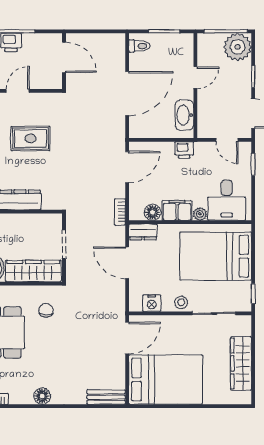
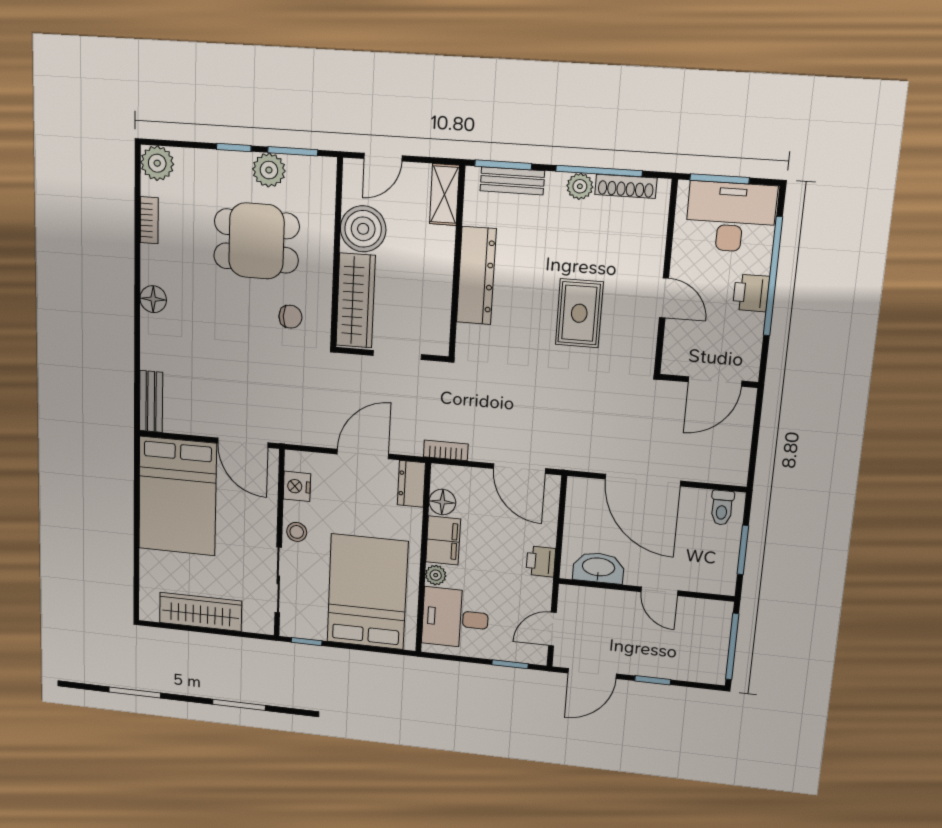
plant: (238, 47) -> (704, 662), removed

